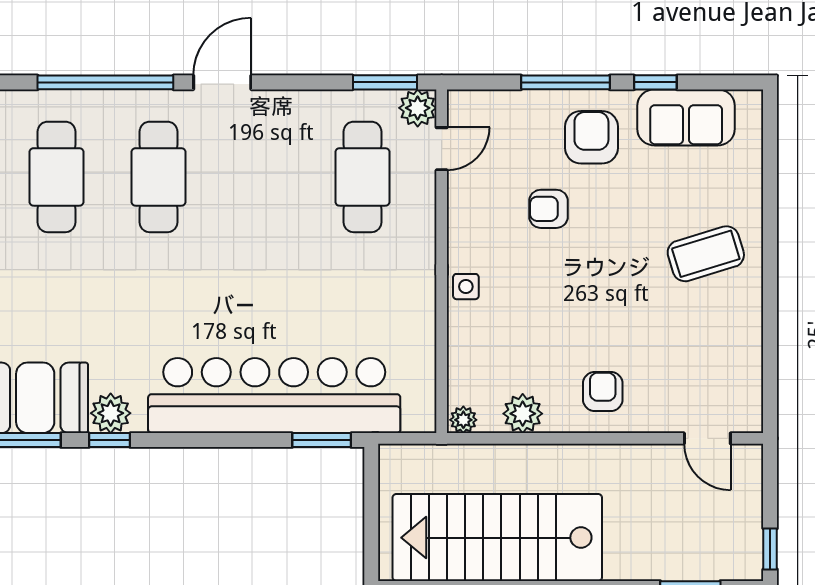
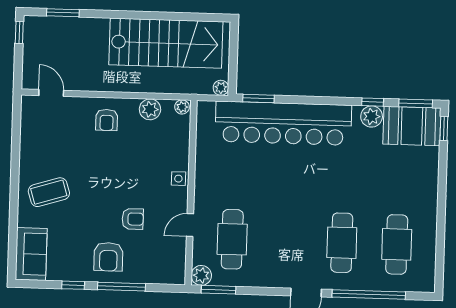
sofa: (686, 117) -> (31, 254), moved, turned 90
door: (442, 149) -> (190, 225), moved
plant: (392, 458) -> (221, 88), added

